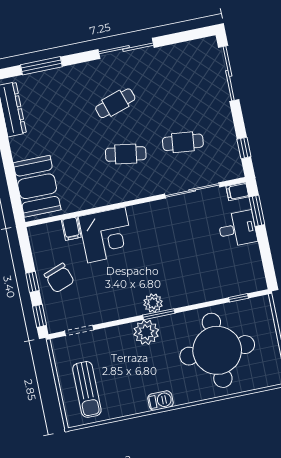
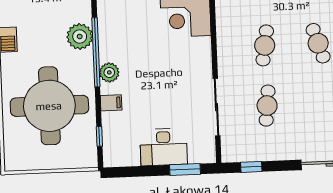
filing cabinet: (237, 191) -> (111, 103), moved, turned 90
desk: (237, 229) -> (164, 147), width x1.37
plant: (153, 303) -> (109, 72), moved
window: (159, 314) -> (96, 52), width x2.11

